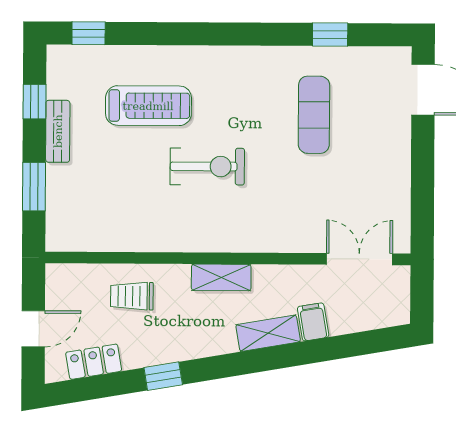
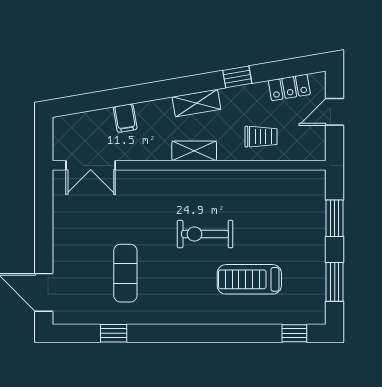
window: (35, 102) -> (335, 282), width x1.50
bench: (58, 131) -> (317, 260), removed
shelving: (268, 333) -> (196, 103), moved

